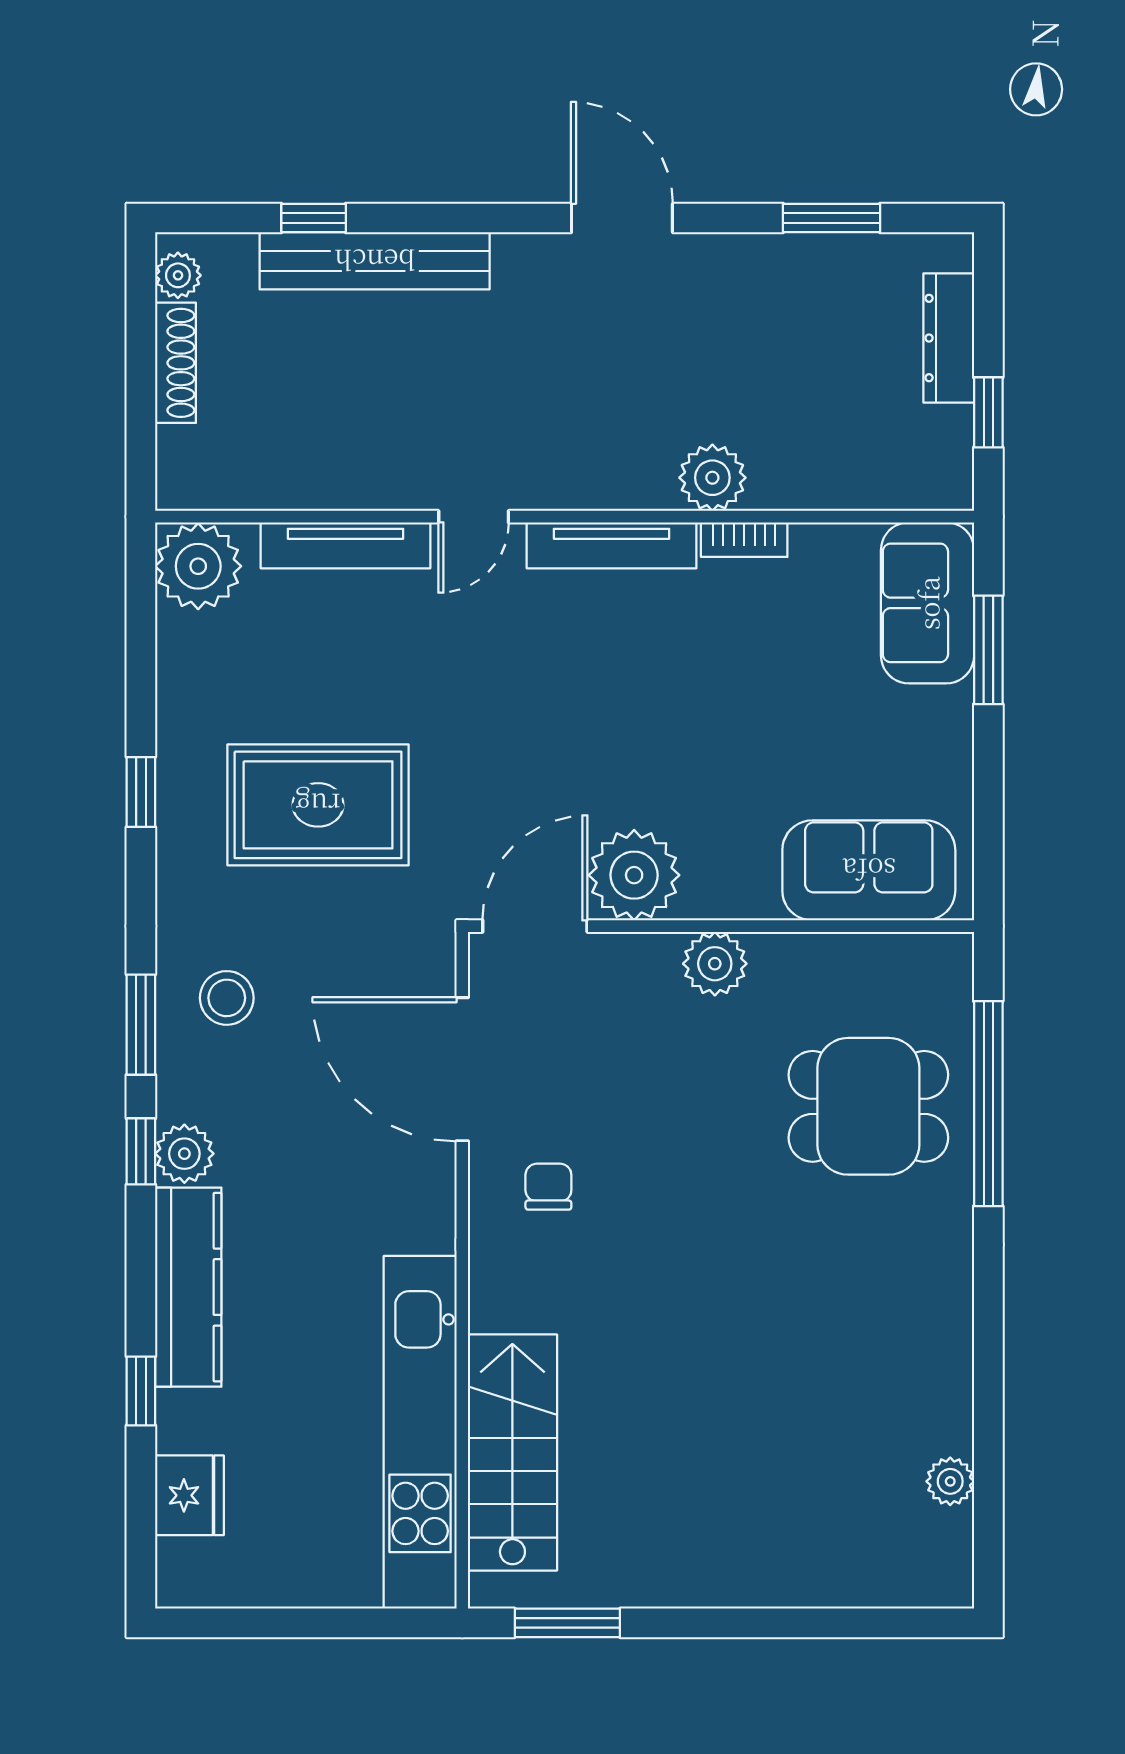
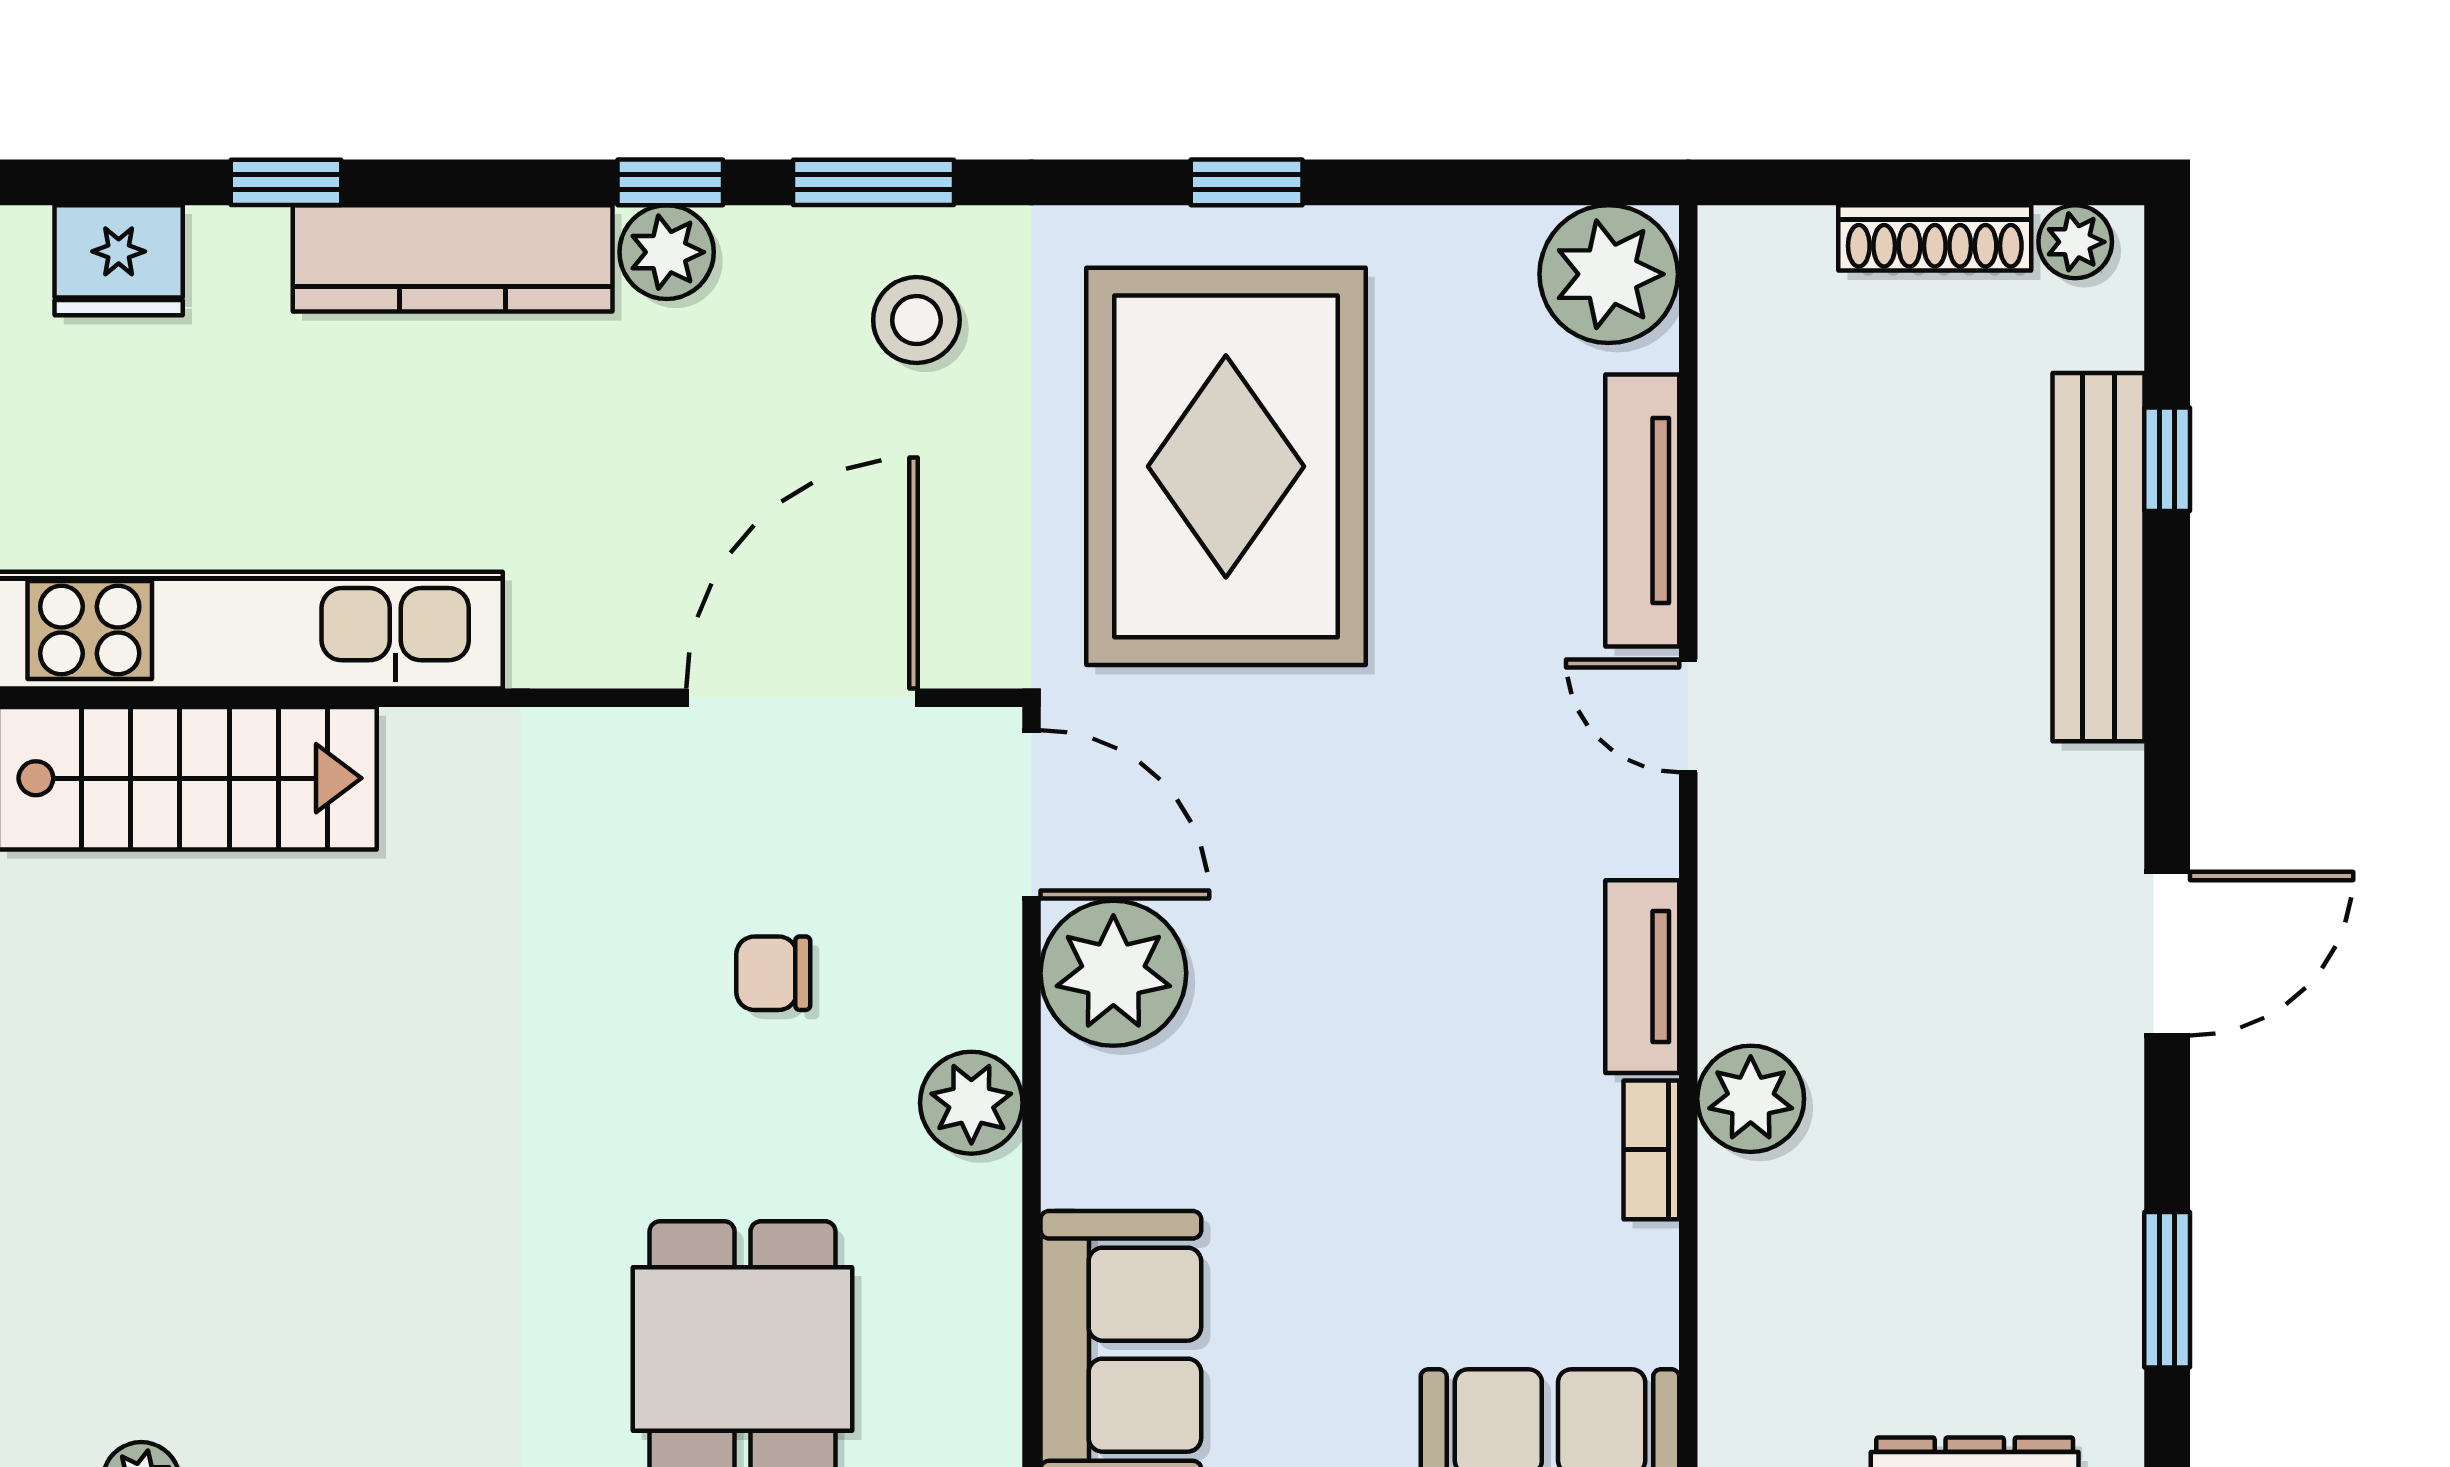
tv unit: (612, 545) -> (1642, 977), width x0.71
rug: (318, 805) -> (1226, 466), width x1.37, depth x1.44
chair: (548, 1187) -> (773, 973), moved, turned 180

